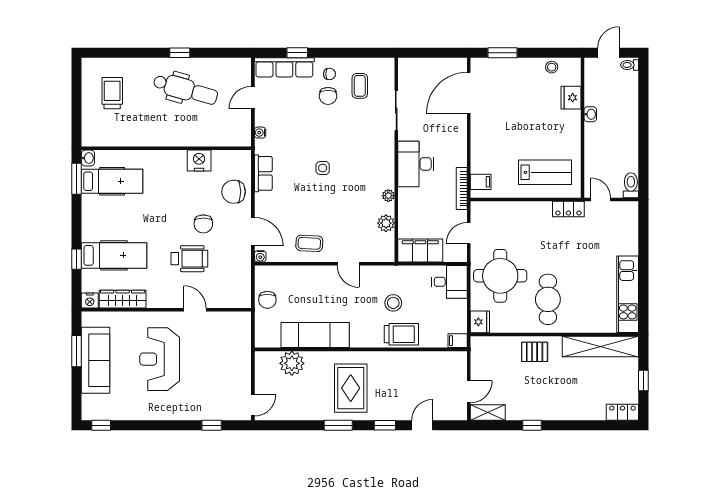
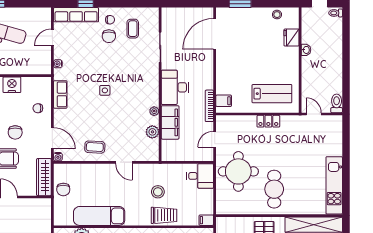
chair: (234, 192) -> (38, 108), width x0.54, depth x0.54
locker: (568, 209) -> (268, 121), moved
filing cabinet: (420, 250) -> (170, 122), moved, turned 90
wardrobe: (242, 283) -> (44, 177), added
fridge: (480, 322) -> (223, 206), removed

